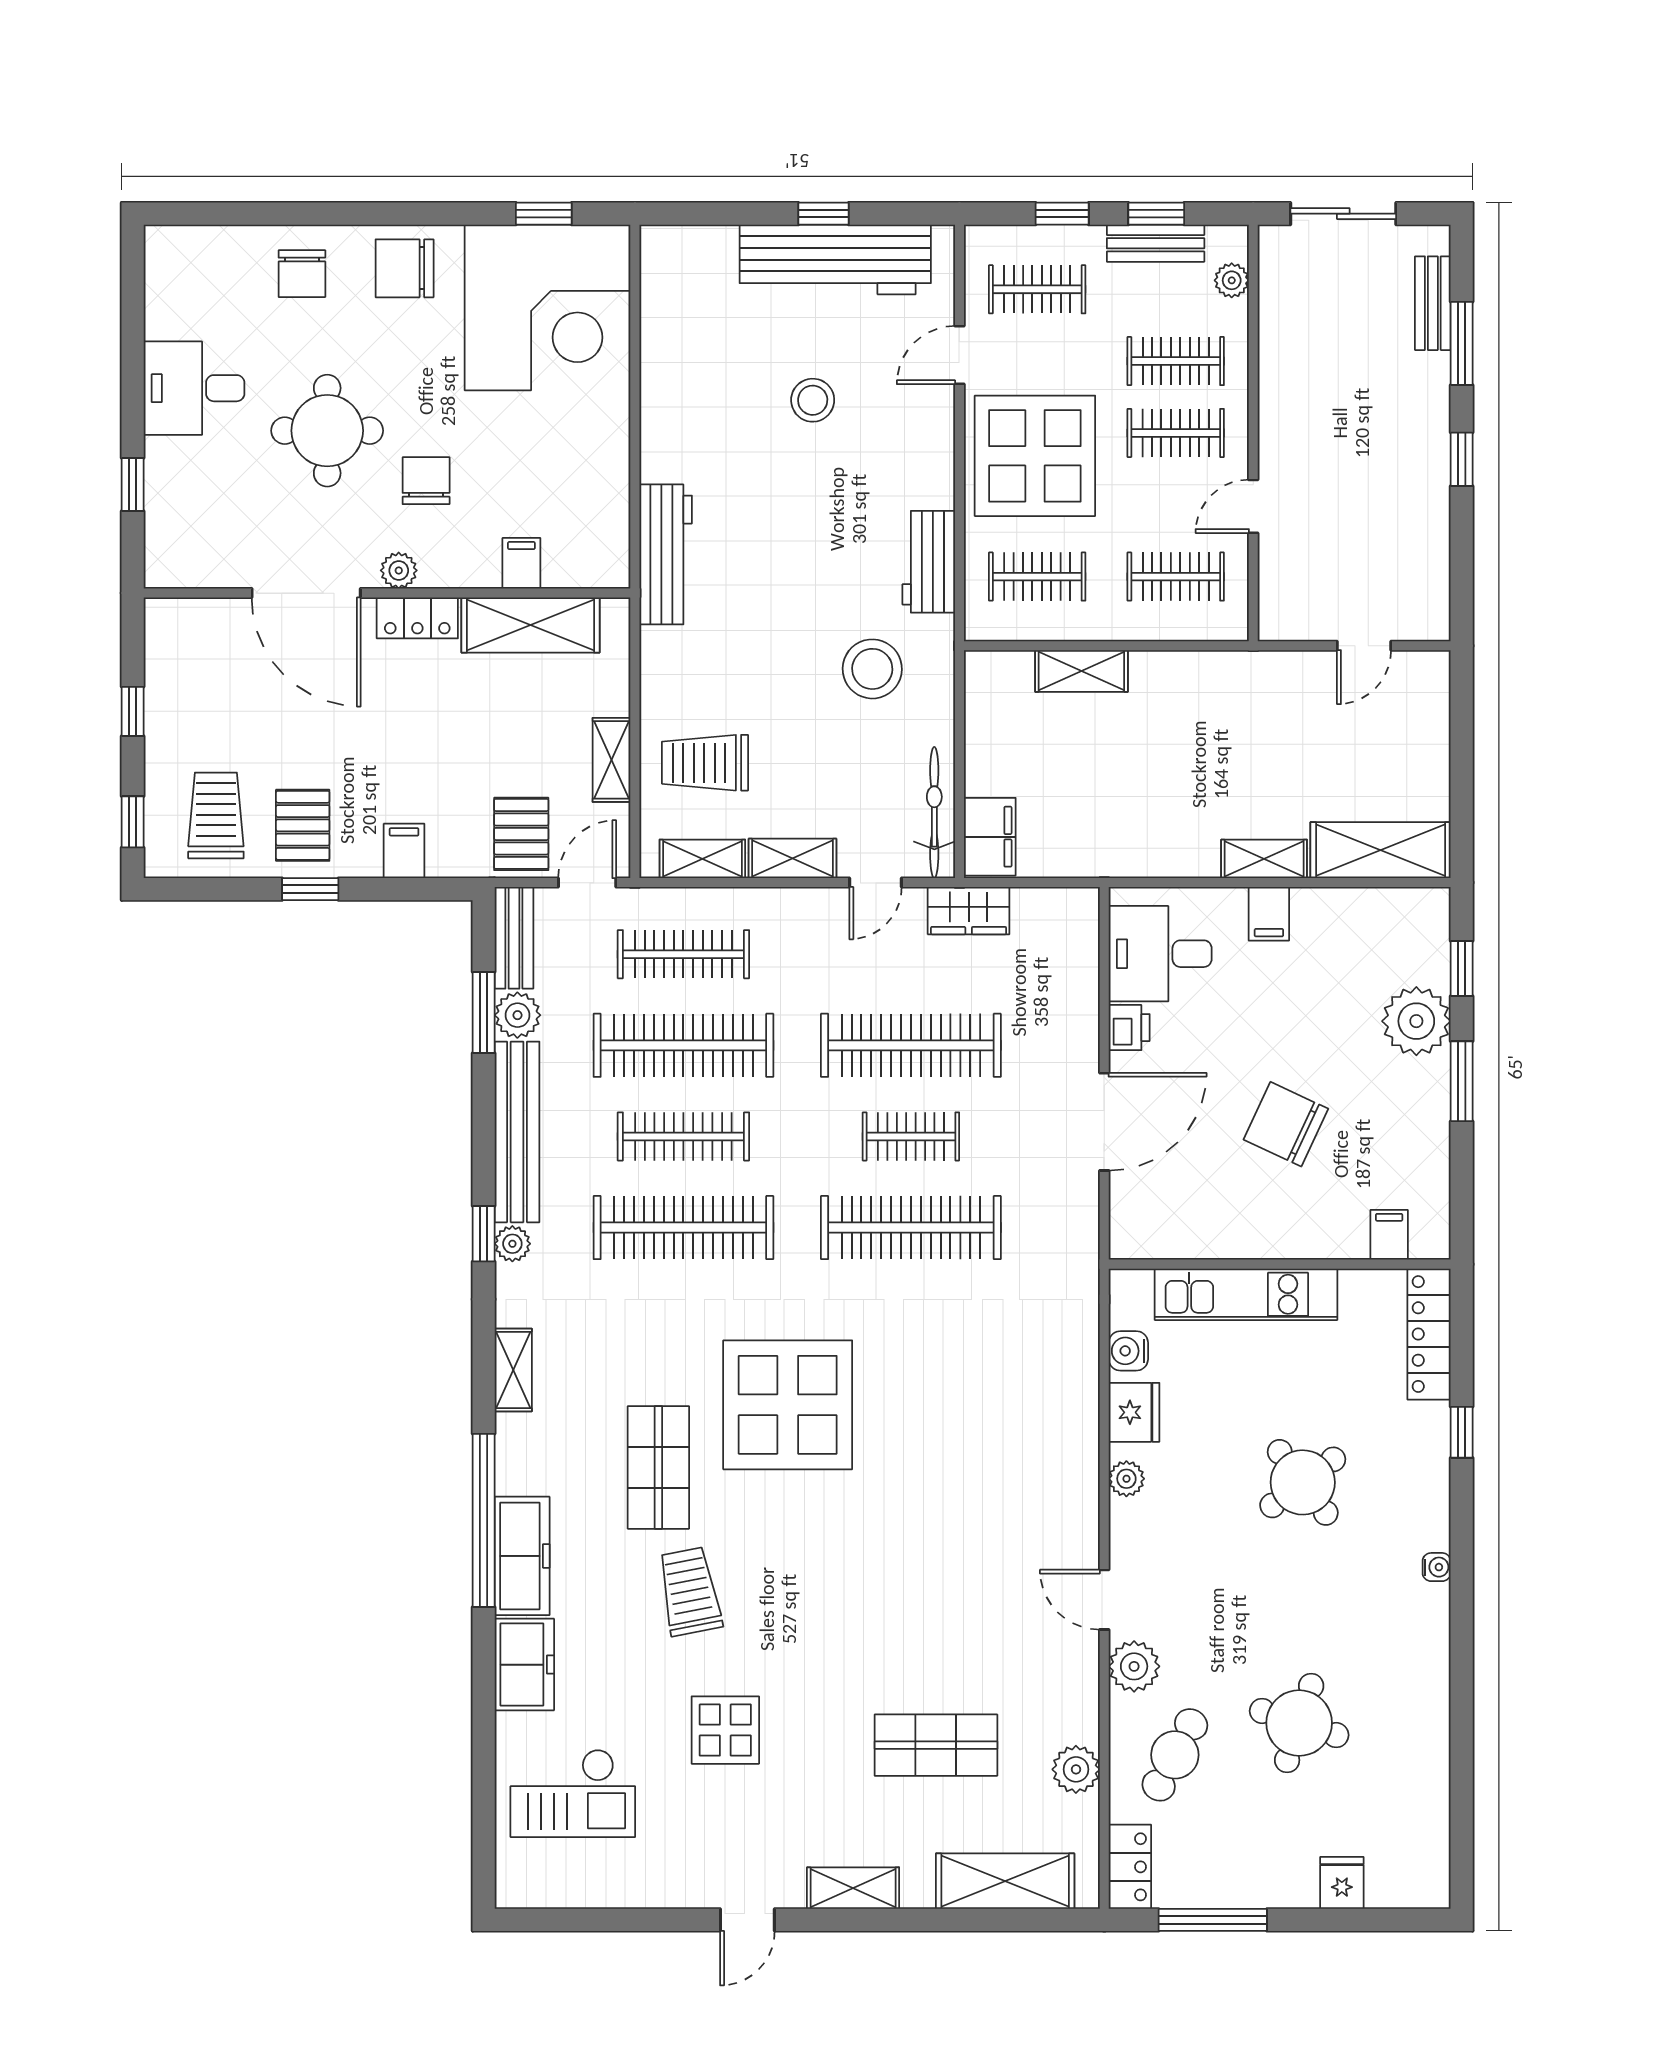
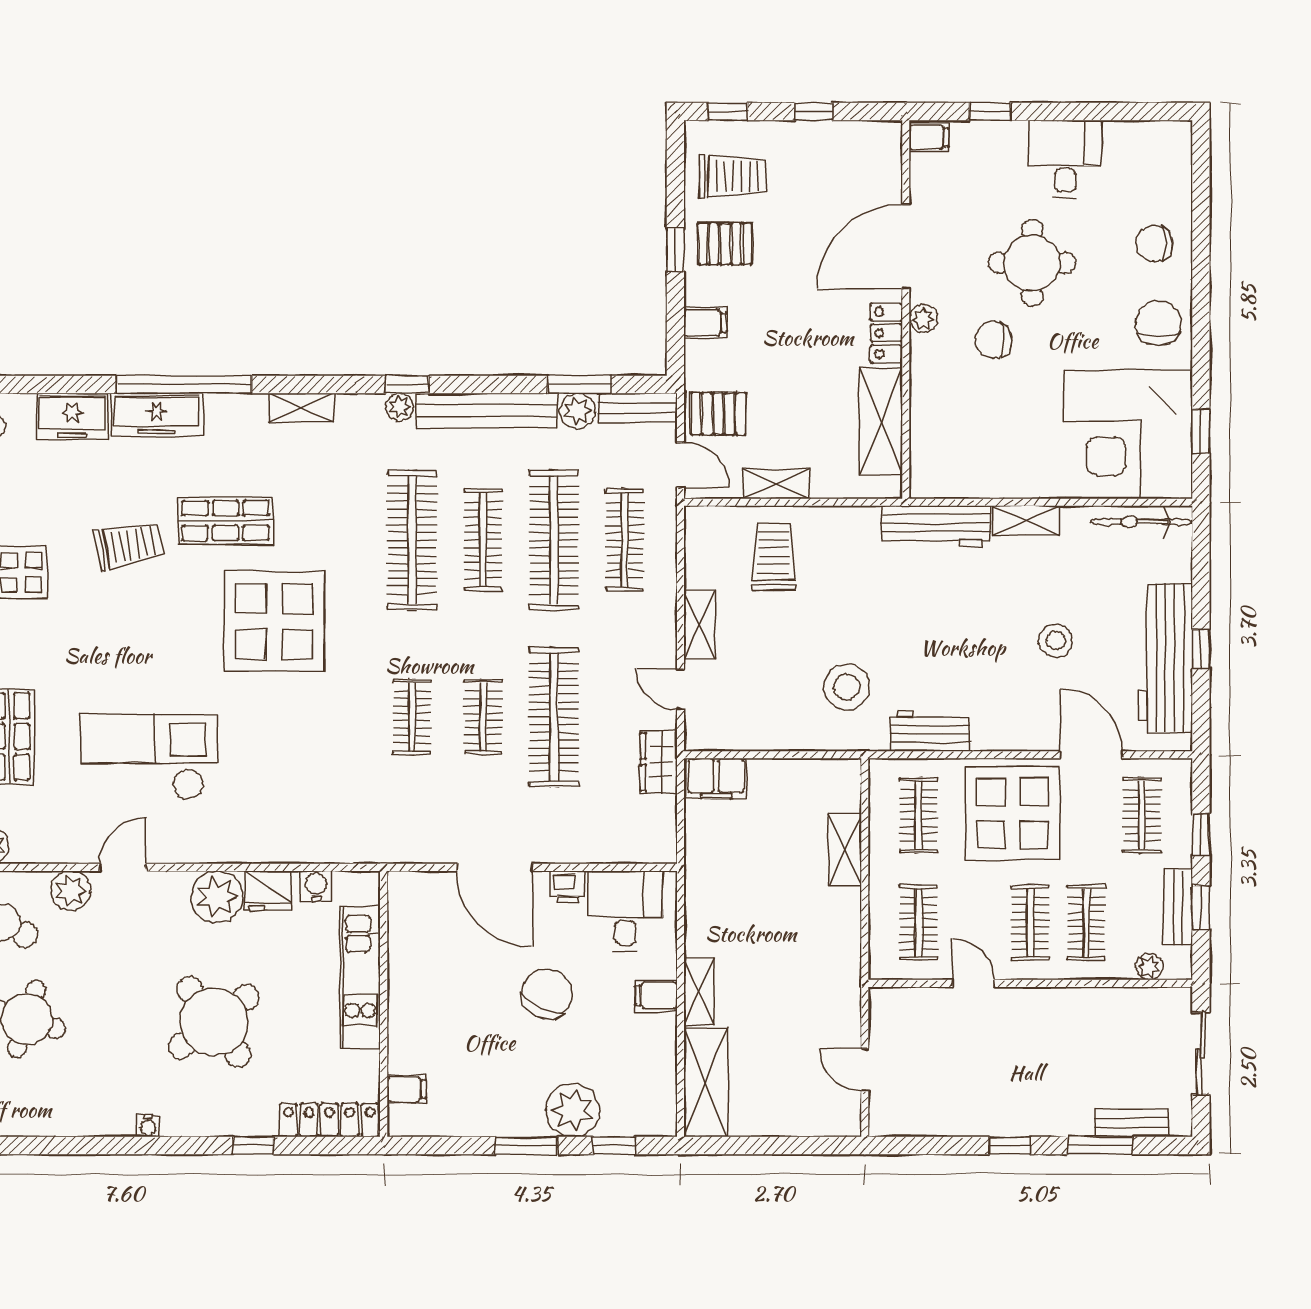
door: (959, 355) -> (1091, 755), width x1.38
chair: (426, 481) -> (993, 340), turned 180
filing cabinet: (521, 563) -> (929, 138), moved
bicycle: (934, 813) -> (1141, 522), moved, turned 180
shelving: (702, 859) -> (1026, 521), moved, turned 90
chair: (1286, 1124) -> (547, 994), moved
clothes rail: (911, 1228) -> (412, 717), width x0.54, depth x0.76
plant: (1126, 1479) -> (217, 897), width x1.88, depth x1.88
round table: (1303, 1482) -> (214, 1022), width x1.36, depth x1.36
checkout: (962, 1566) -> (149, 757), added

